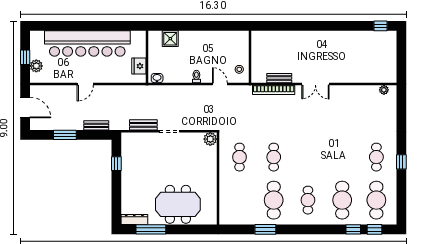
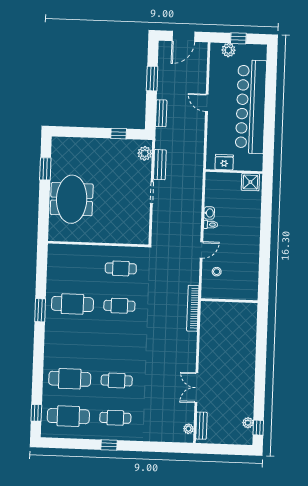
plant: (376, 36) -> (248, 423), added
shower: (170, 39) -> (250, 182), moved
wall: (250, 57) -> (229, 301), moved
washbasin: (157, 78) -> (209, 213), moved
bench: (279, 78) -> (201, 426), moved
double door: (315, 84) -> (196, 388), moved
plant: (210, 139) -> (145, 153), moved
cafe table: (308, 200) -> (117, 380), moved
dresser: (134, 220) -> (57, 151), removed
window: (151, 229) -> (45, 169), width x0.69
window: (265, 229) -> (40, 310), moved
window: (353, 229) -> (37, 390), removed

